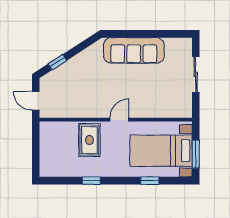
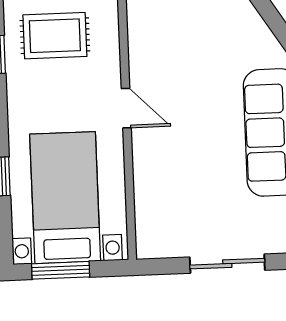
rug: (89, 140) -> (55, 36), moved

